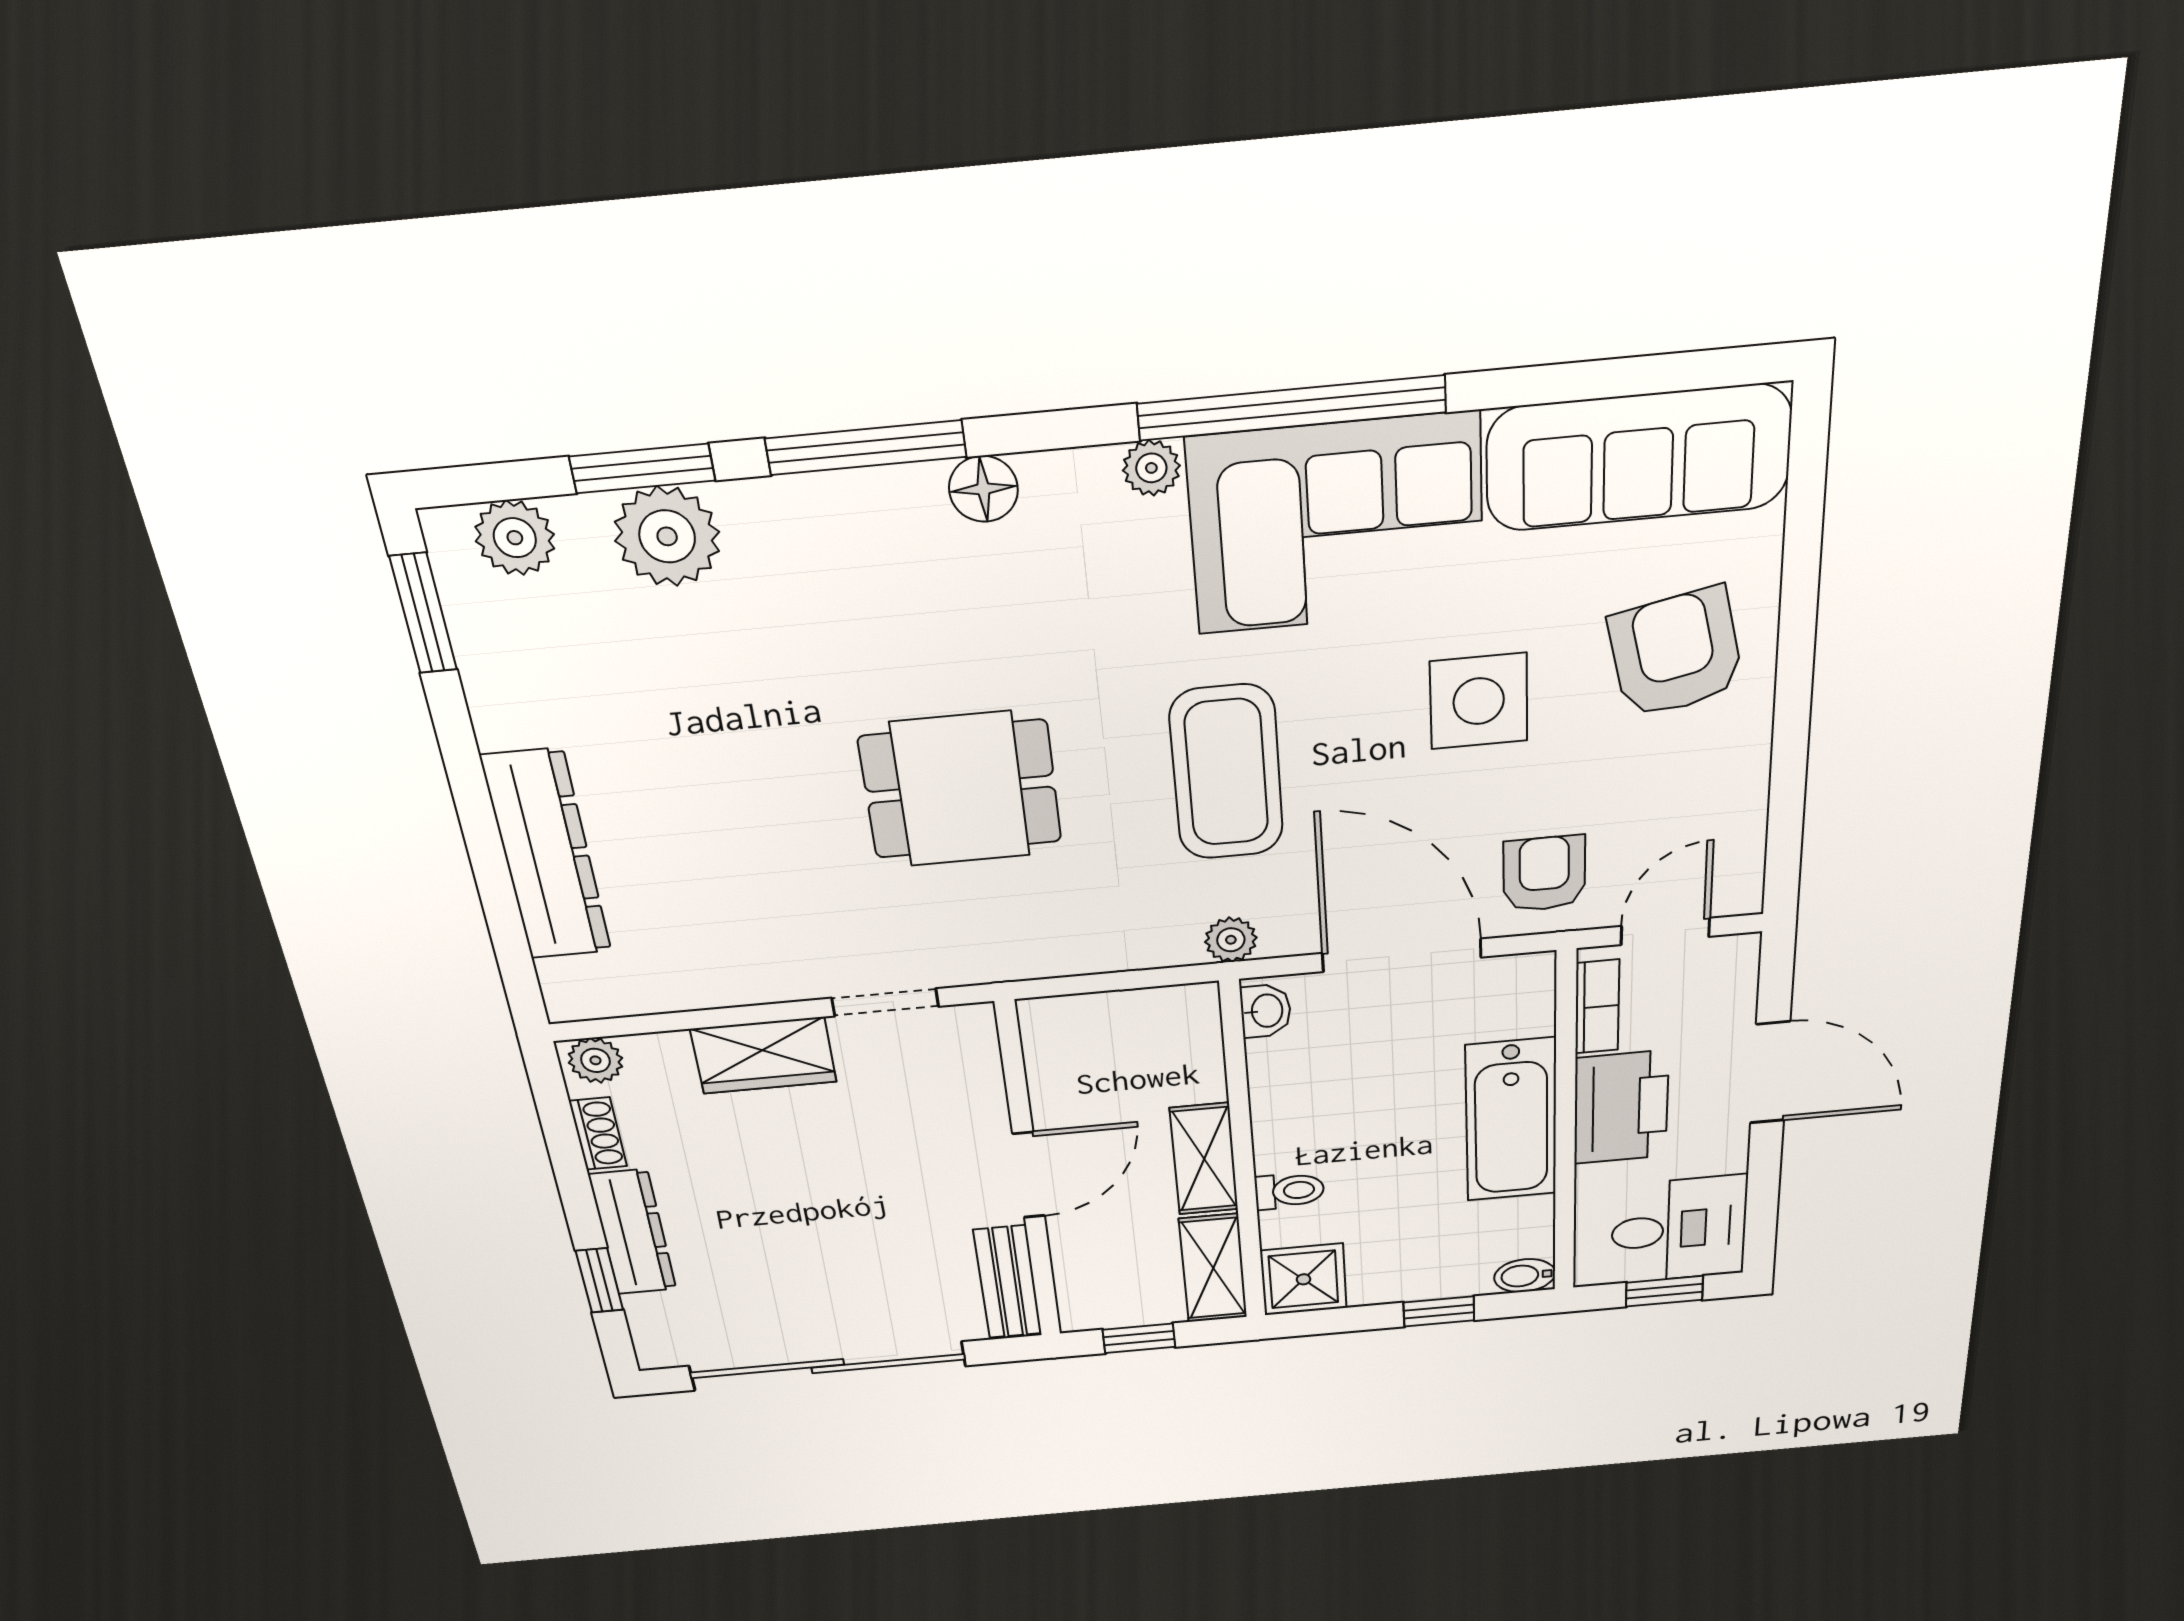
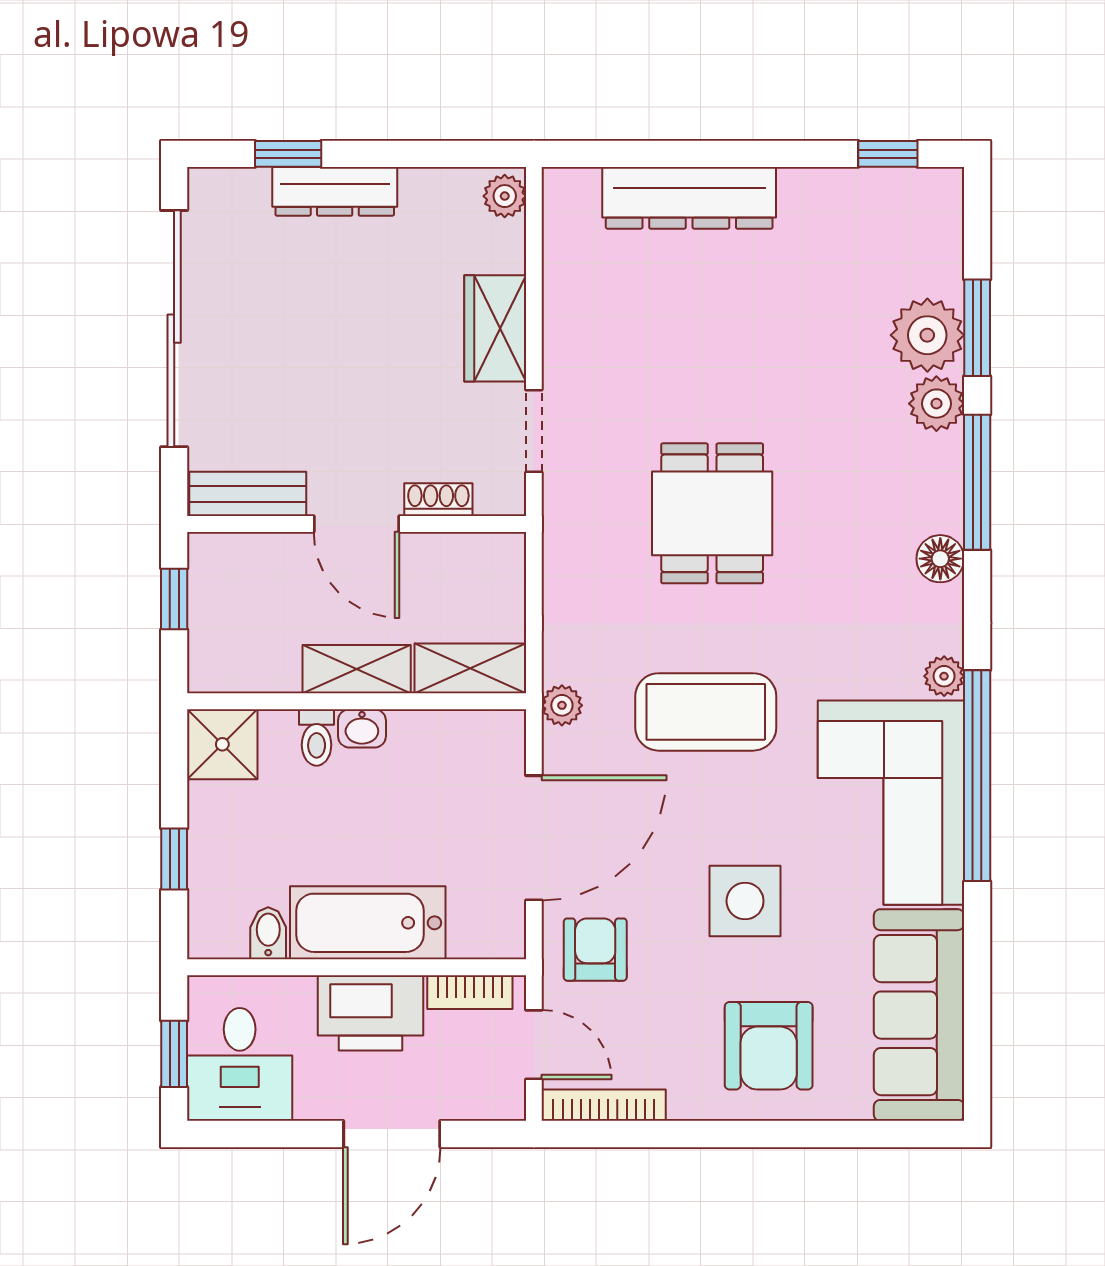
plant: (515, 538) -> (936, 404), moved
window: (423, 613) -> (888, 154), width x0.67
armchair: (1676, 653) -> (769, 1046), turned 102
bookcase: (1747, 846) -> (604, 1105), added
armchair: (1544, 874) -> (595, 950), turned -90
washbasin: (1266, 1011) -> (362, 728), moved
shoe rack: (598, 1134) -> (438, 500), moved, turned 180
shelving: (1213, 1268) -> (470, 668), moved
bidet: (1525, 1276) -> (268, 933), moved

